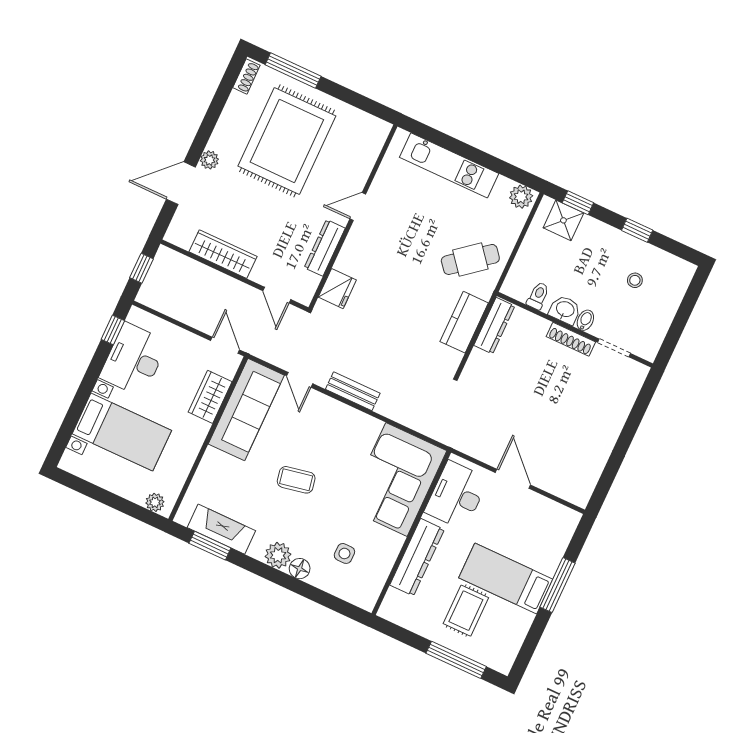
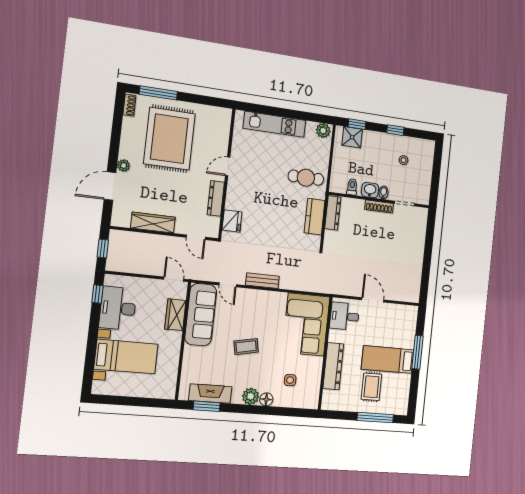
cafe table: (470, 259) -> (306, 178), turned 39
desk: (457, 495) -> (345, 316), width x0.73
plant: (155, 502) -> (163, 393), removed

